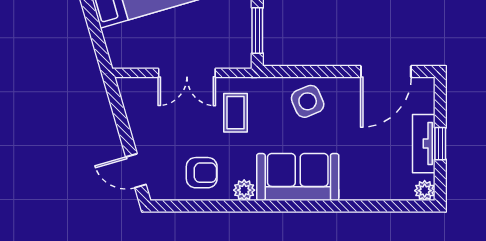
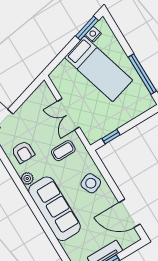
window: (257, 30) -> (111, 137), width x0.67
sofa: (298, 177) -> (55, 209), width x1.36

